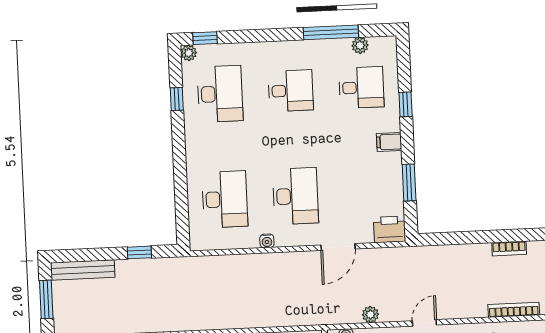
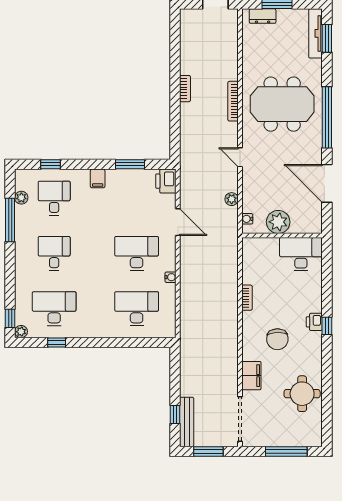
window: (406, 104) -> (51, 164), moved
window: (139, 252) -> (175, 415), moved
bookcase: (514, 310) -> (233, 101), moved

